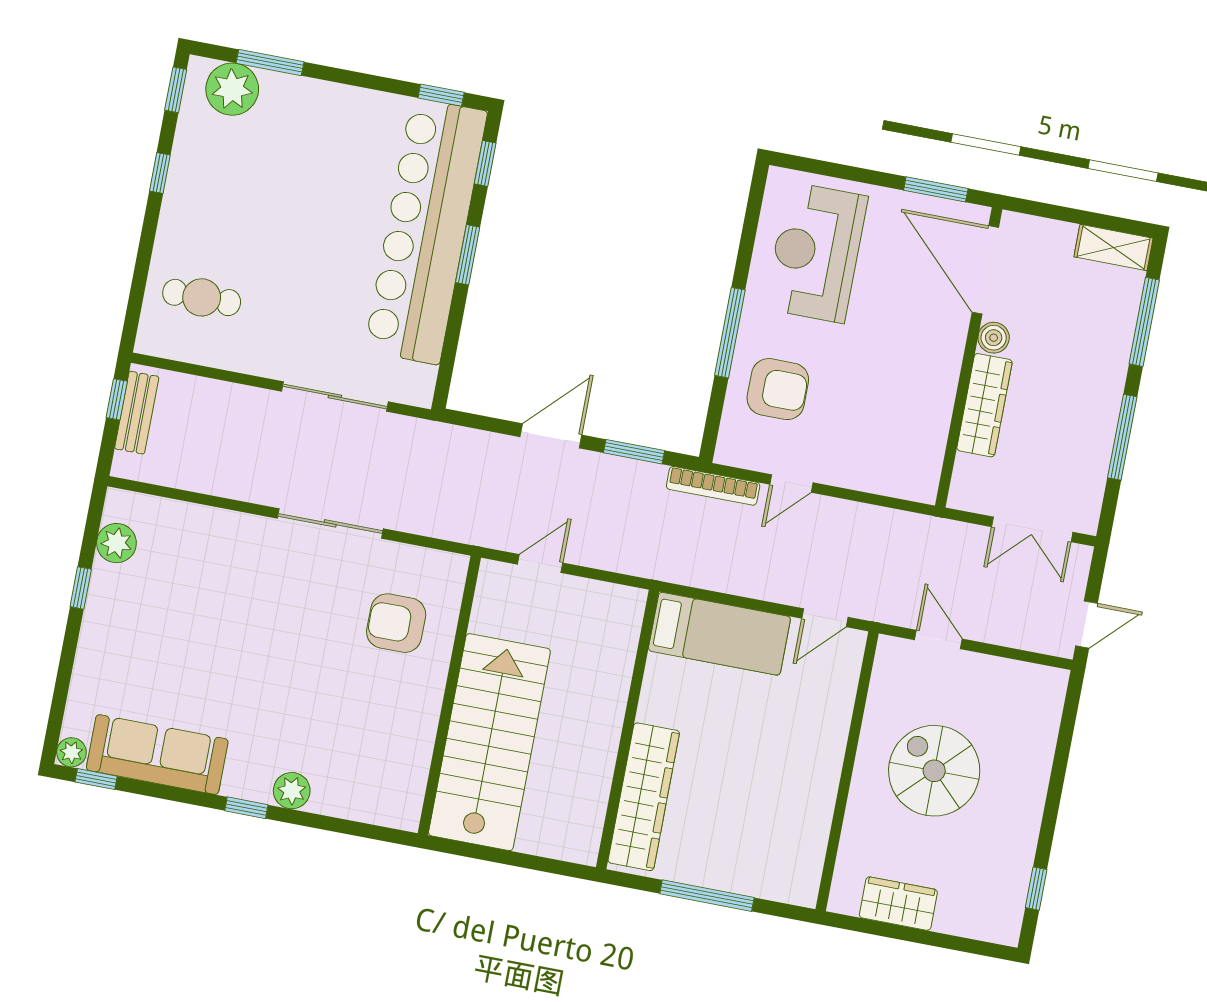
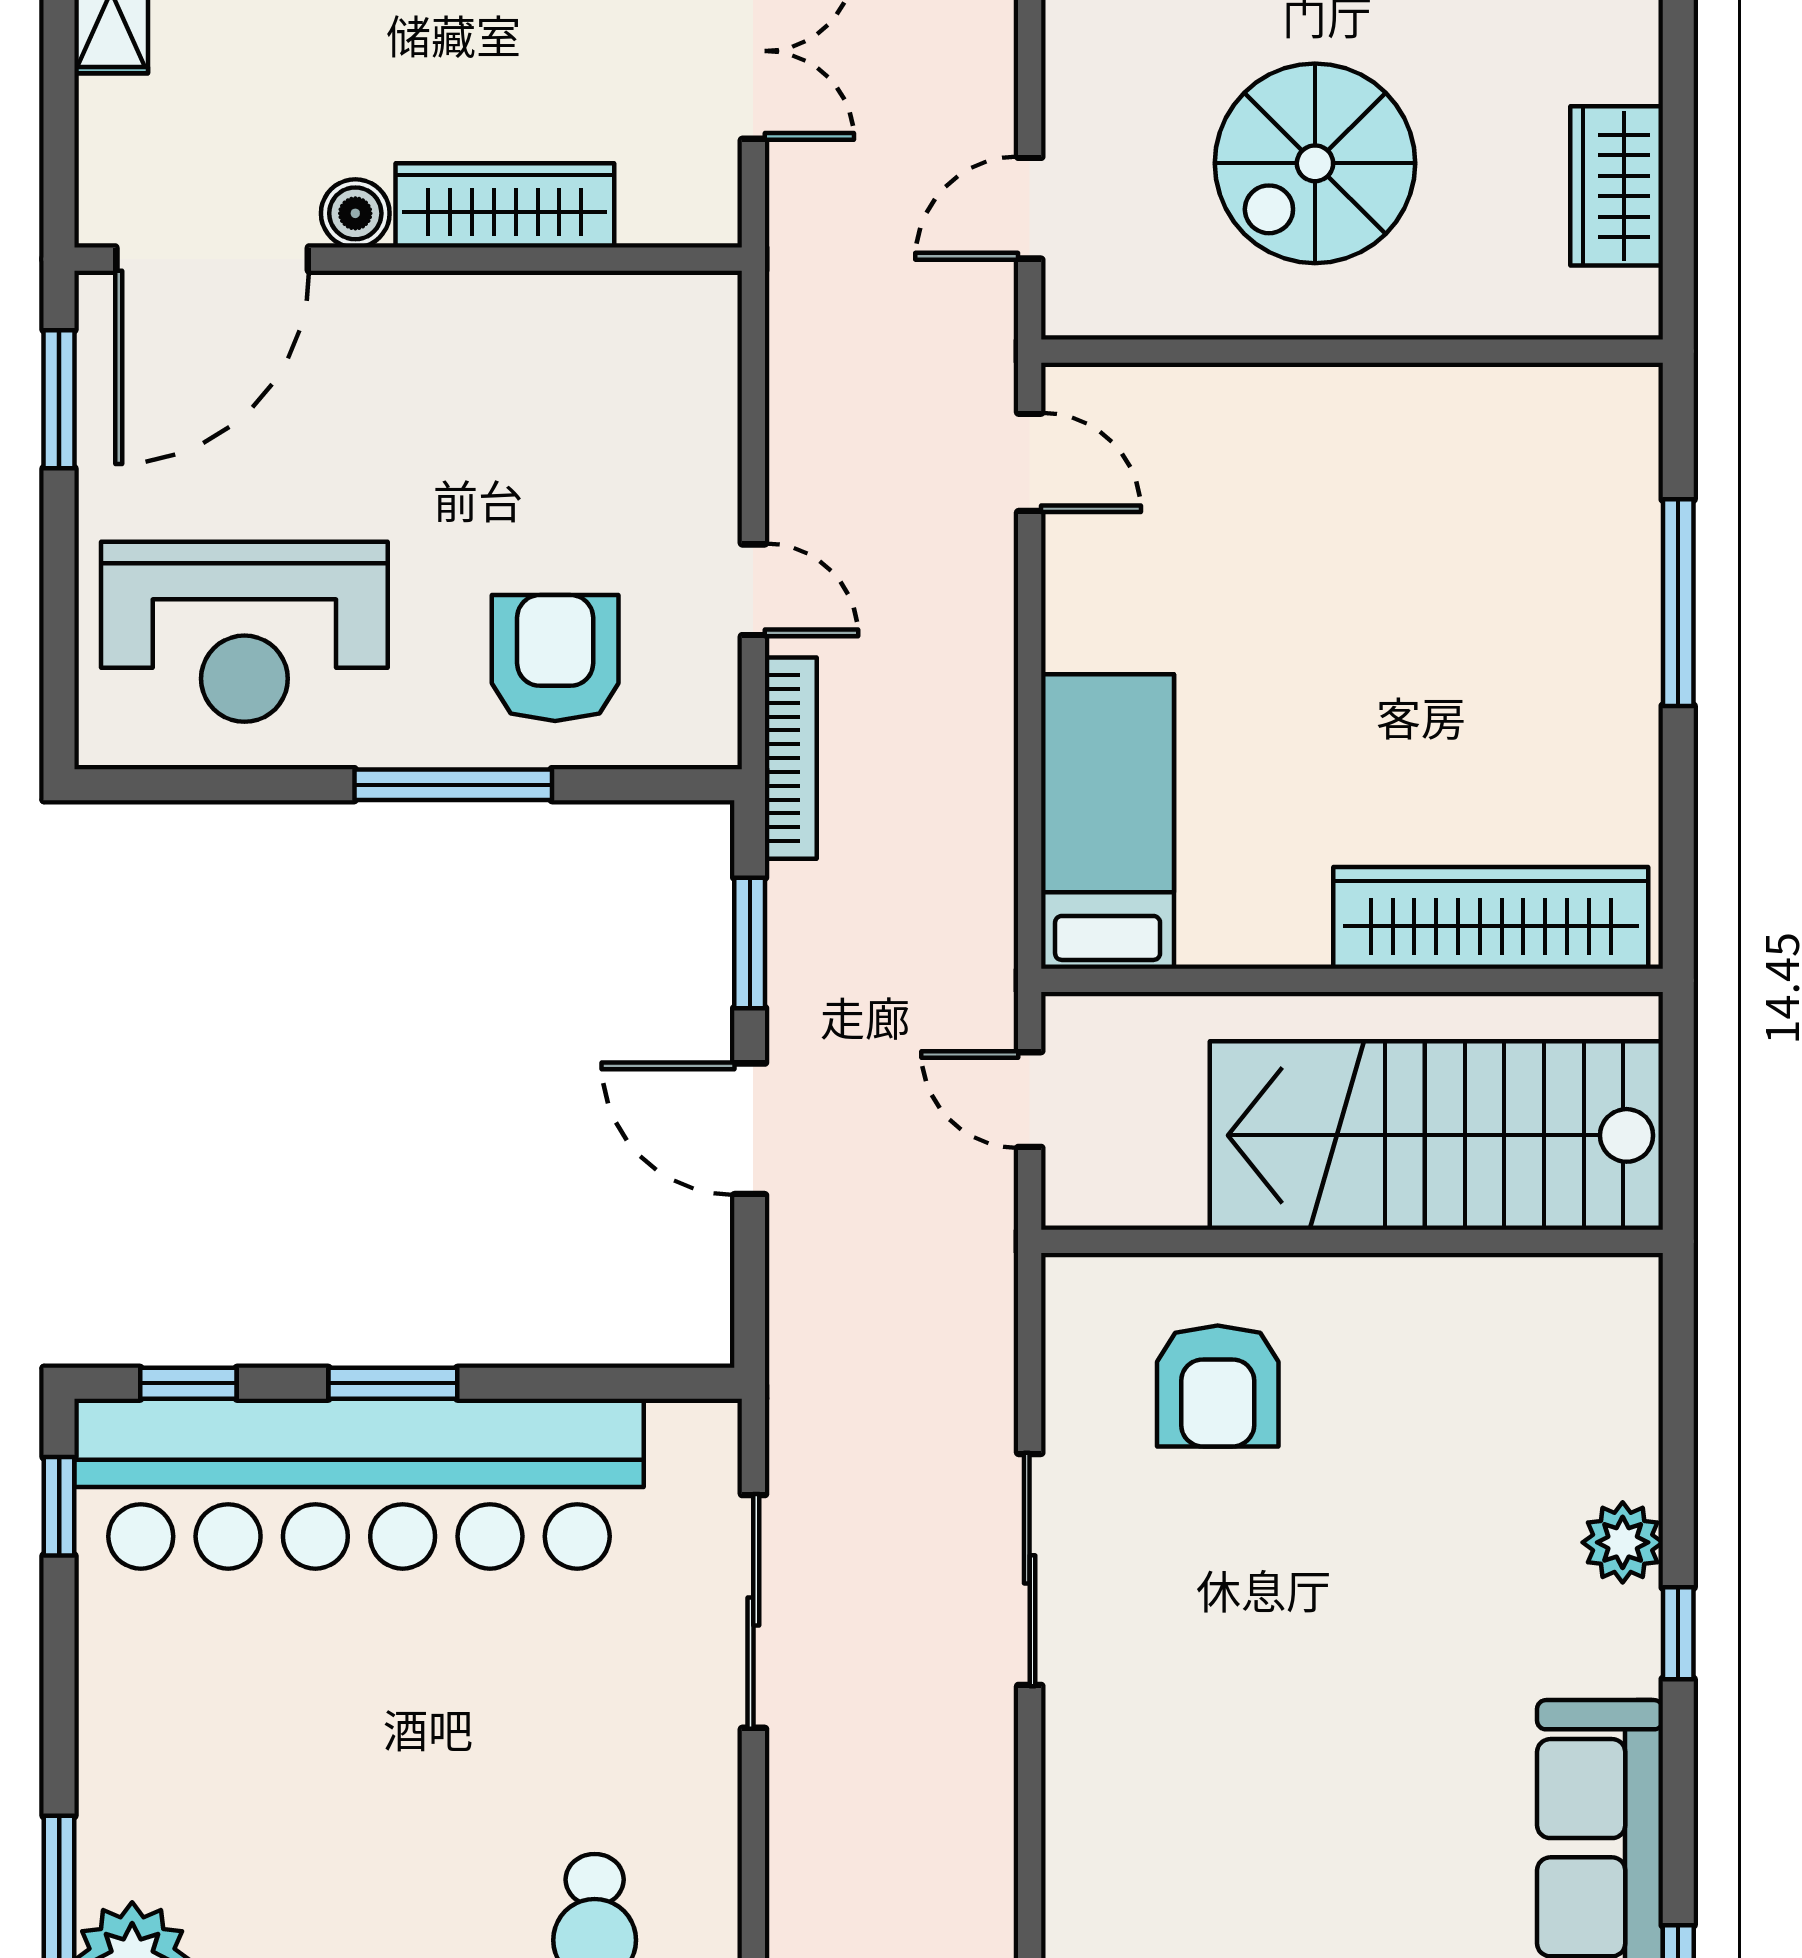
bed: (719, 634) -> (1108, 822), moved
wall: (628, 729) -> (1352, 980), moved
wardrobe: (644, 797) -> (1491, 918), moved

